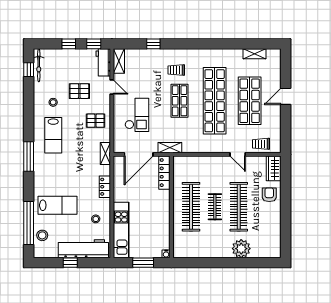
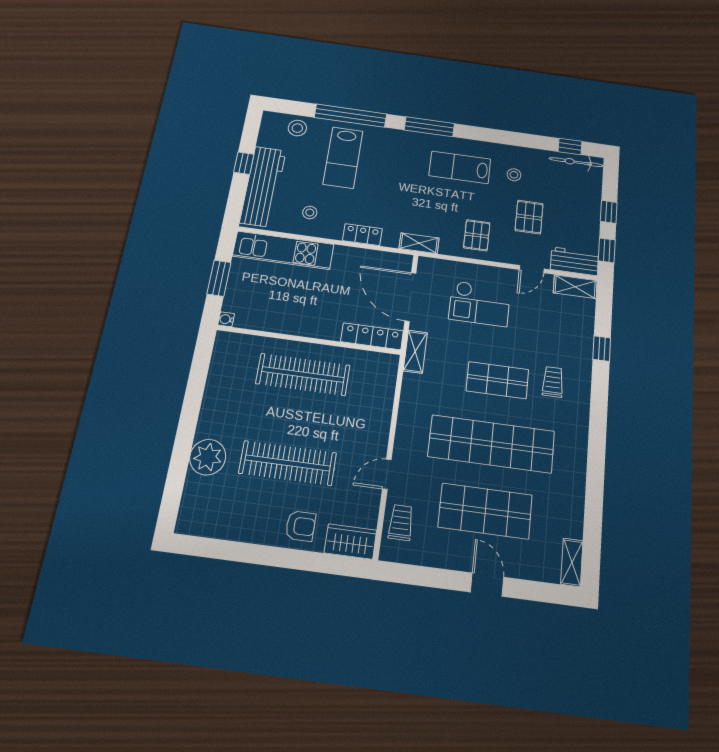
shelving: (255, 54) -> (572, 562), moved
clothes rail: (215, 207) -> (295, 418), removed
window: (29, 223) -> (351, 116), moved

